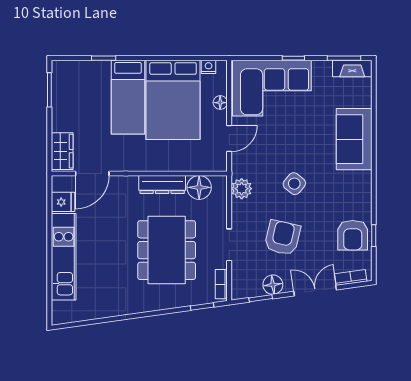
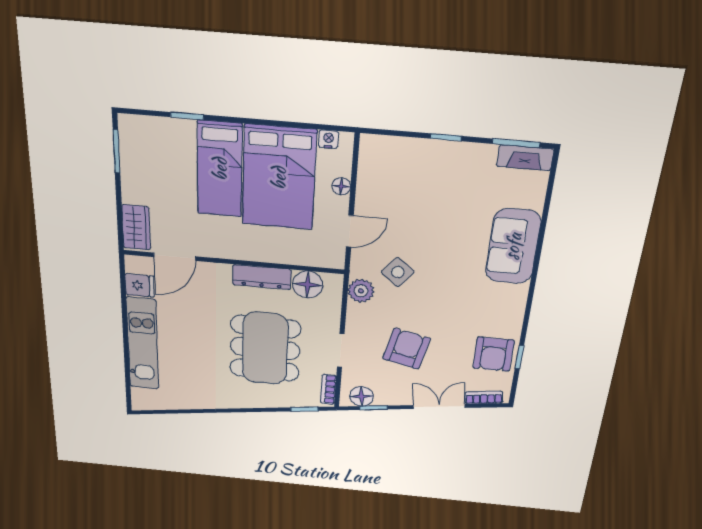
corner sofa: (272, 88) -> (412, 174), removed
side table: (294, 184) -> (398, 272), moved
floor lamp: (273, 285) -> (361, 396), moved

